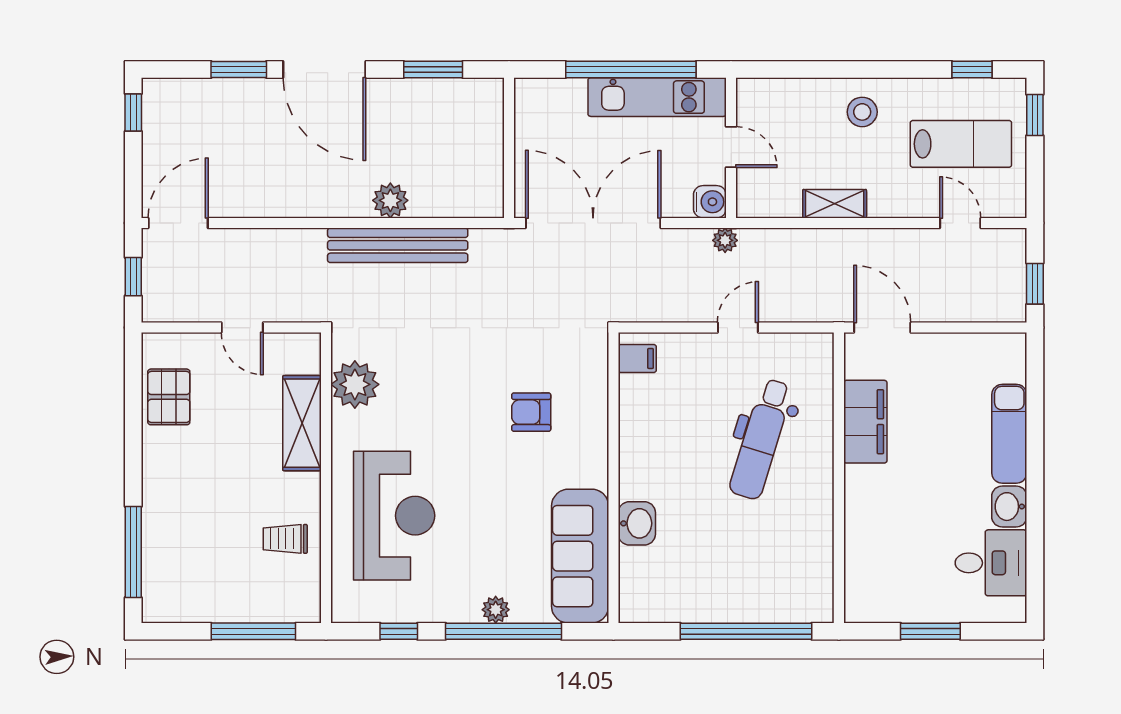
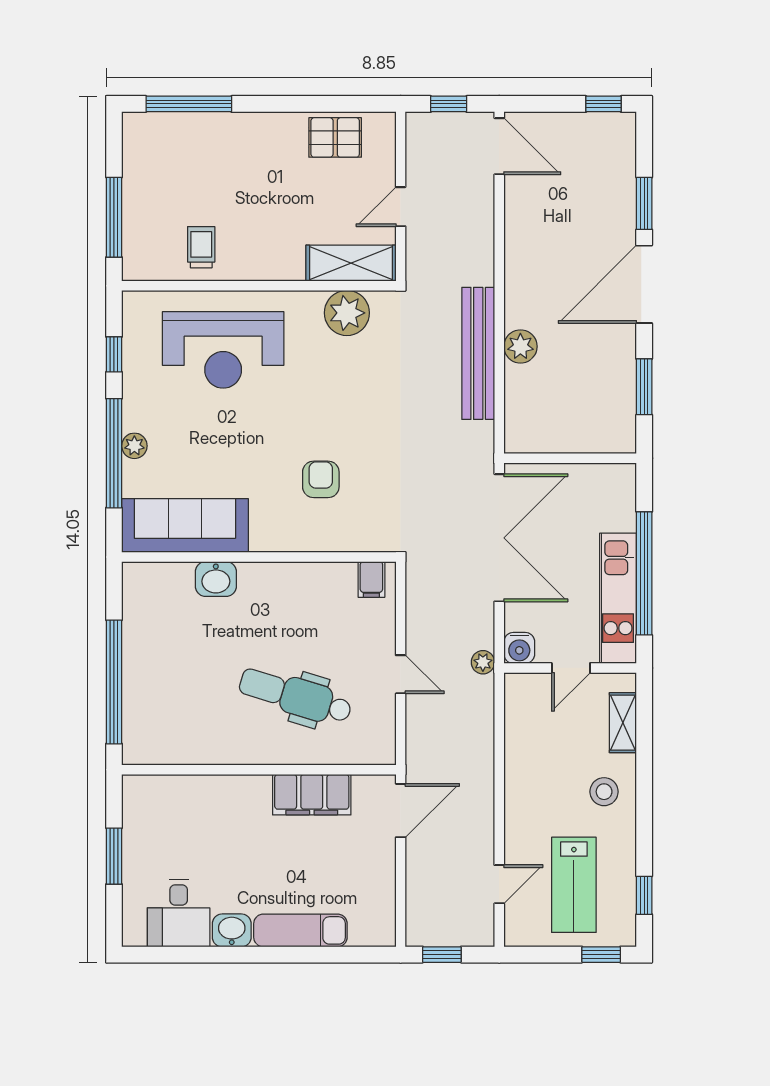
shelving: (835, 204) -> (623, 723), moved
shelving: (302, 423) -> (351, 263), moved

